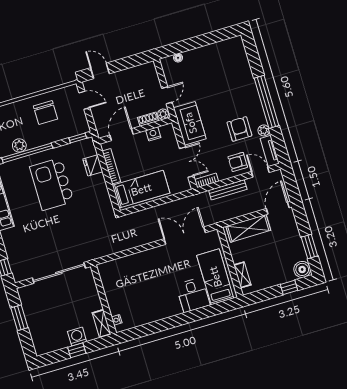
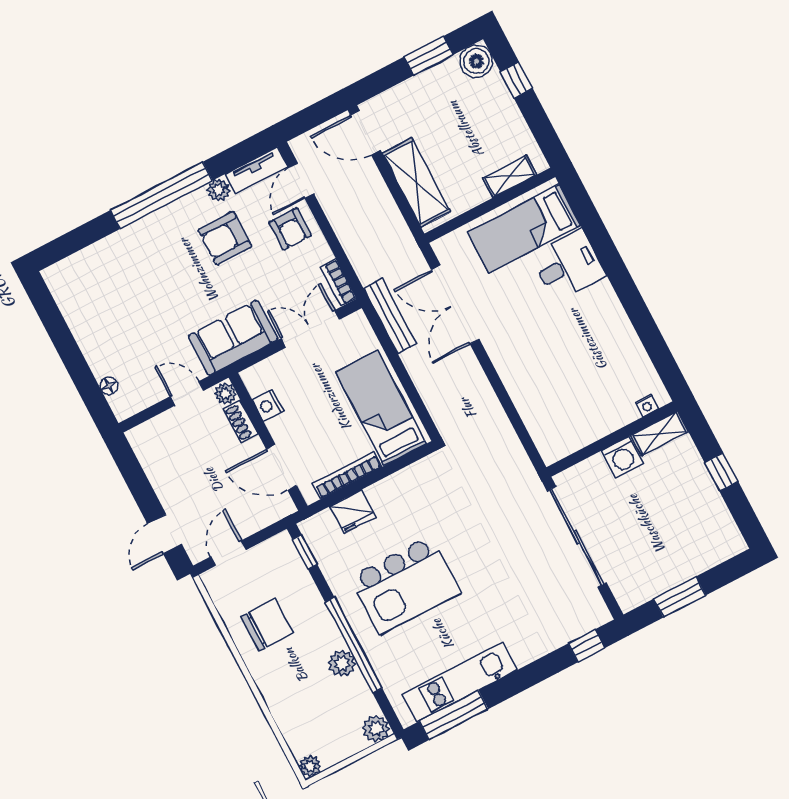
bench: (228, 190) -> (390, 316), moved
washing machine: (77, 337) -> (622, 457), moved, turned -90

